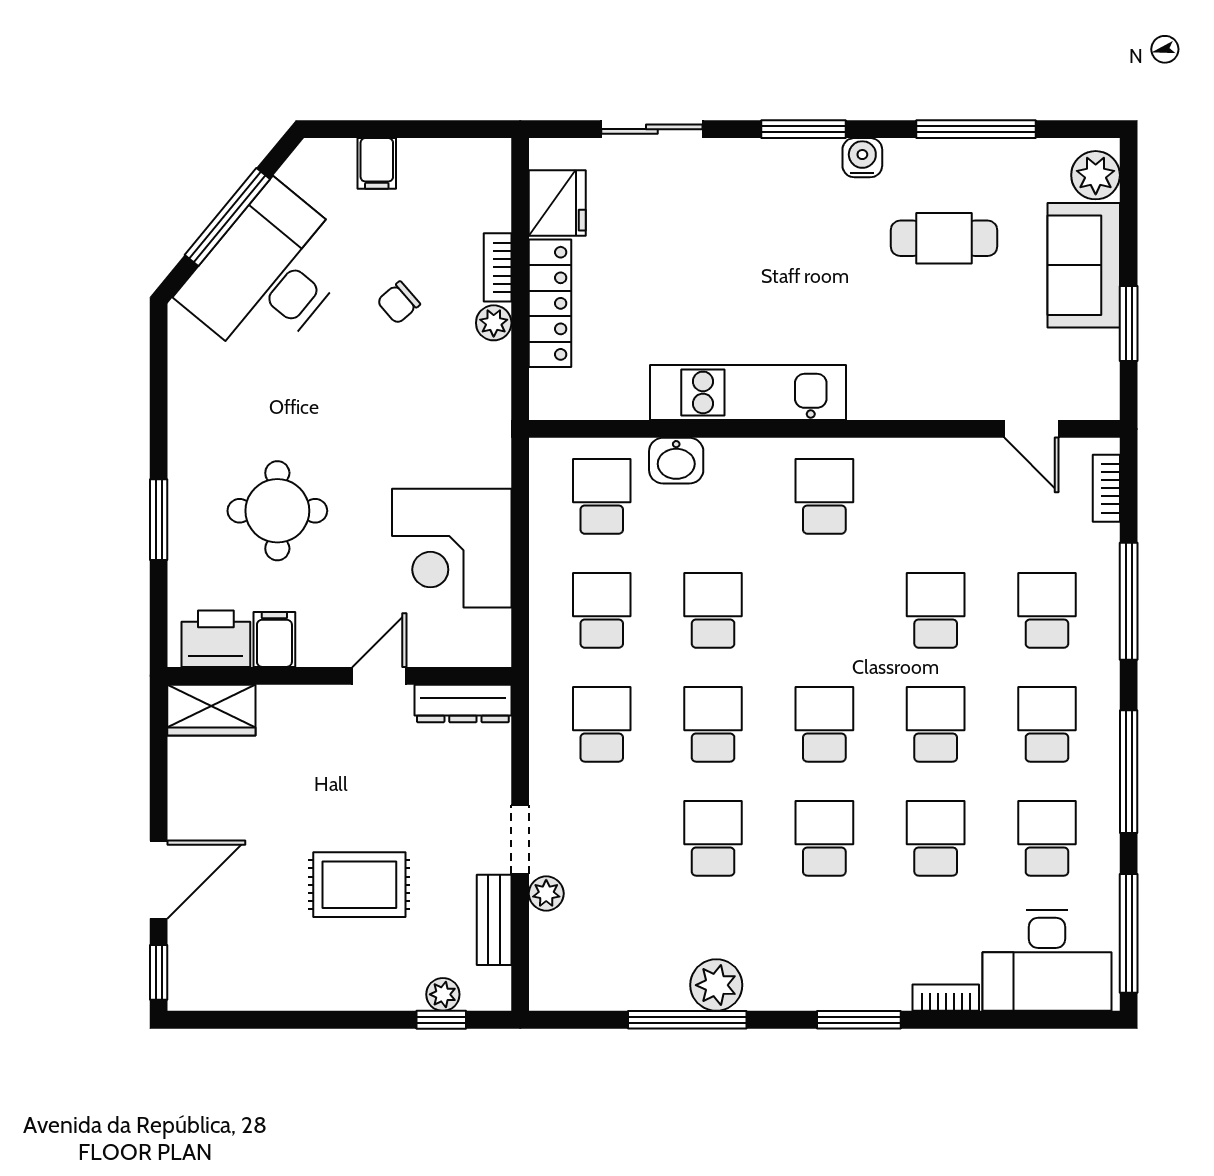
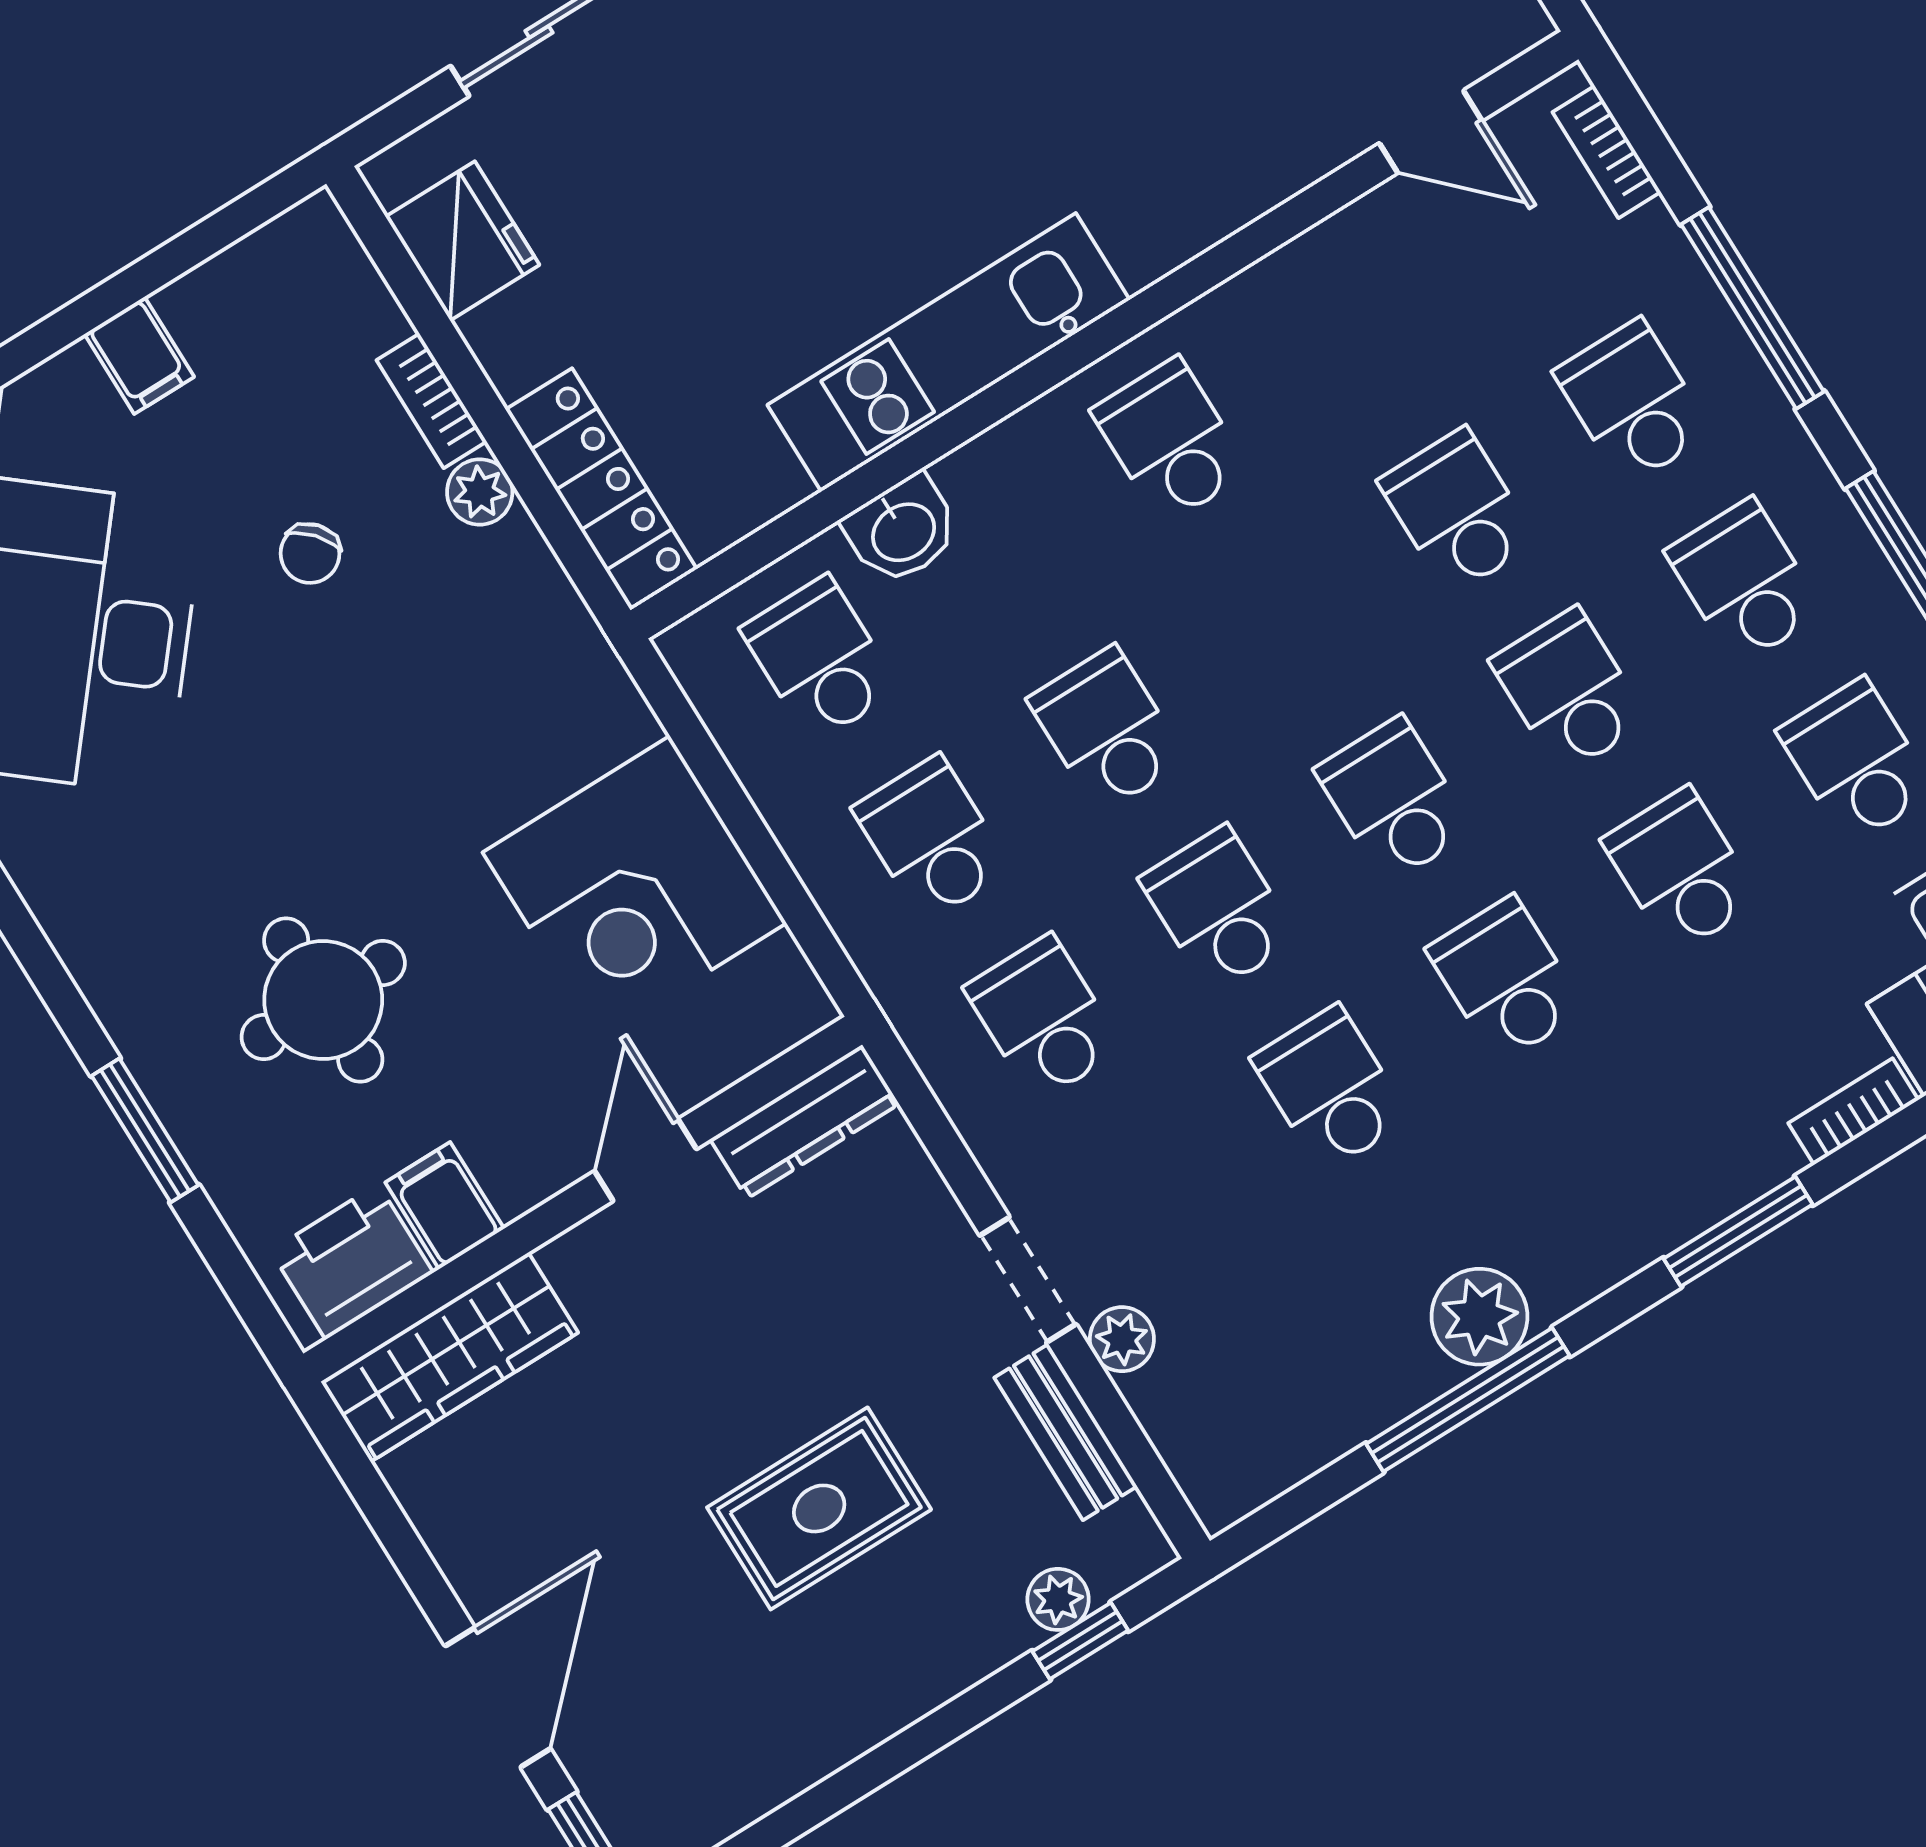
locker: (550, 303) -> (601, 489), moved
wardrobe: (211, 710) -> (449, 1357), width x1.50

